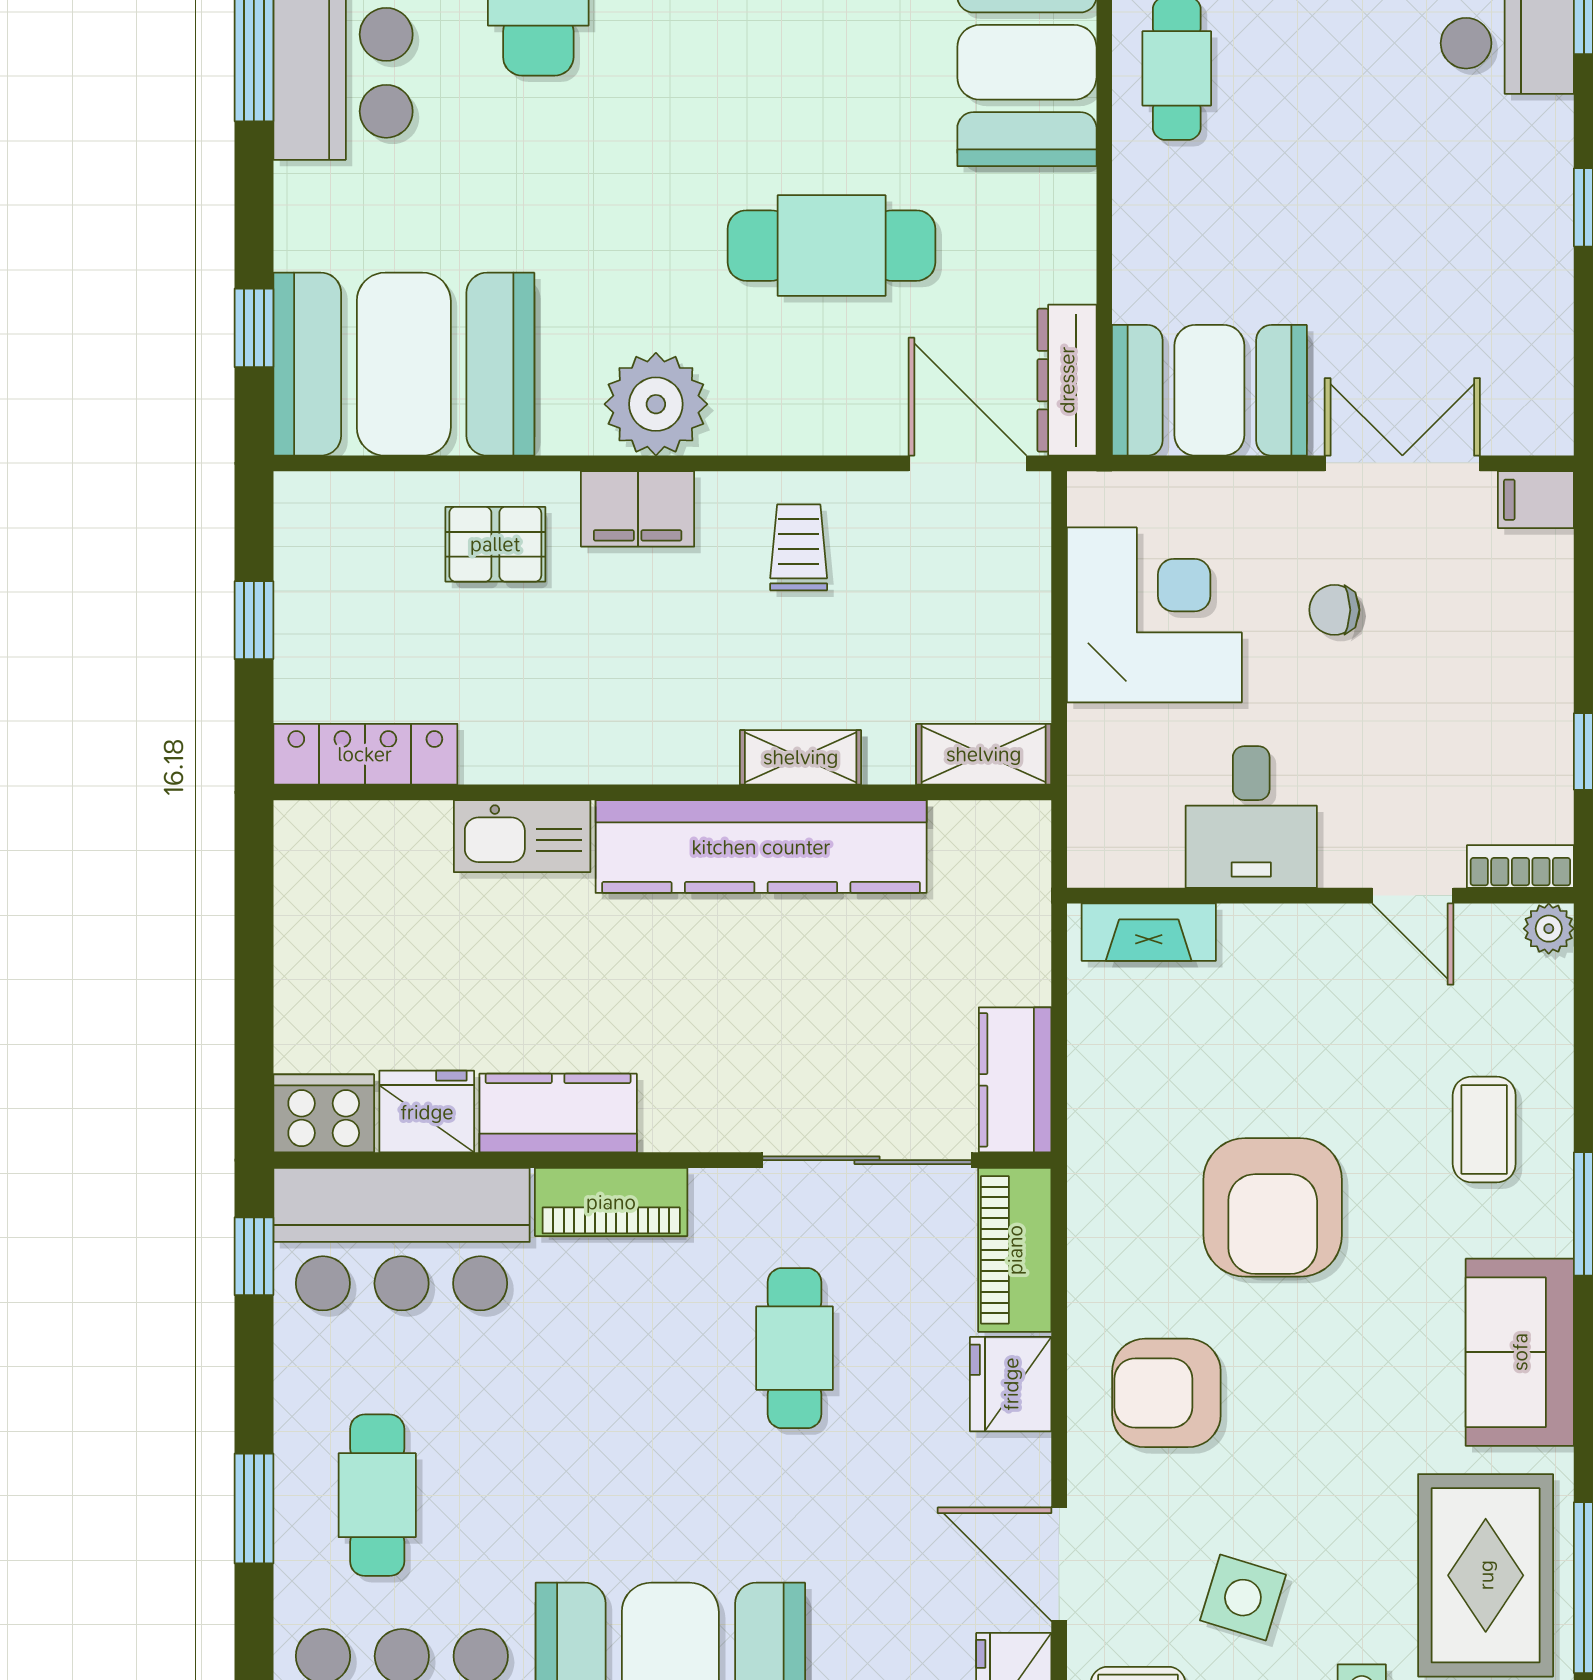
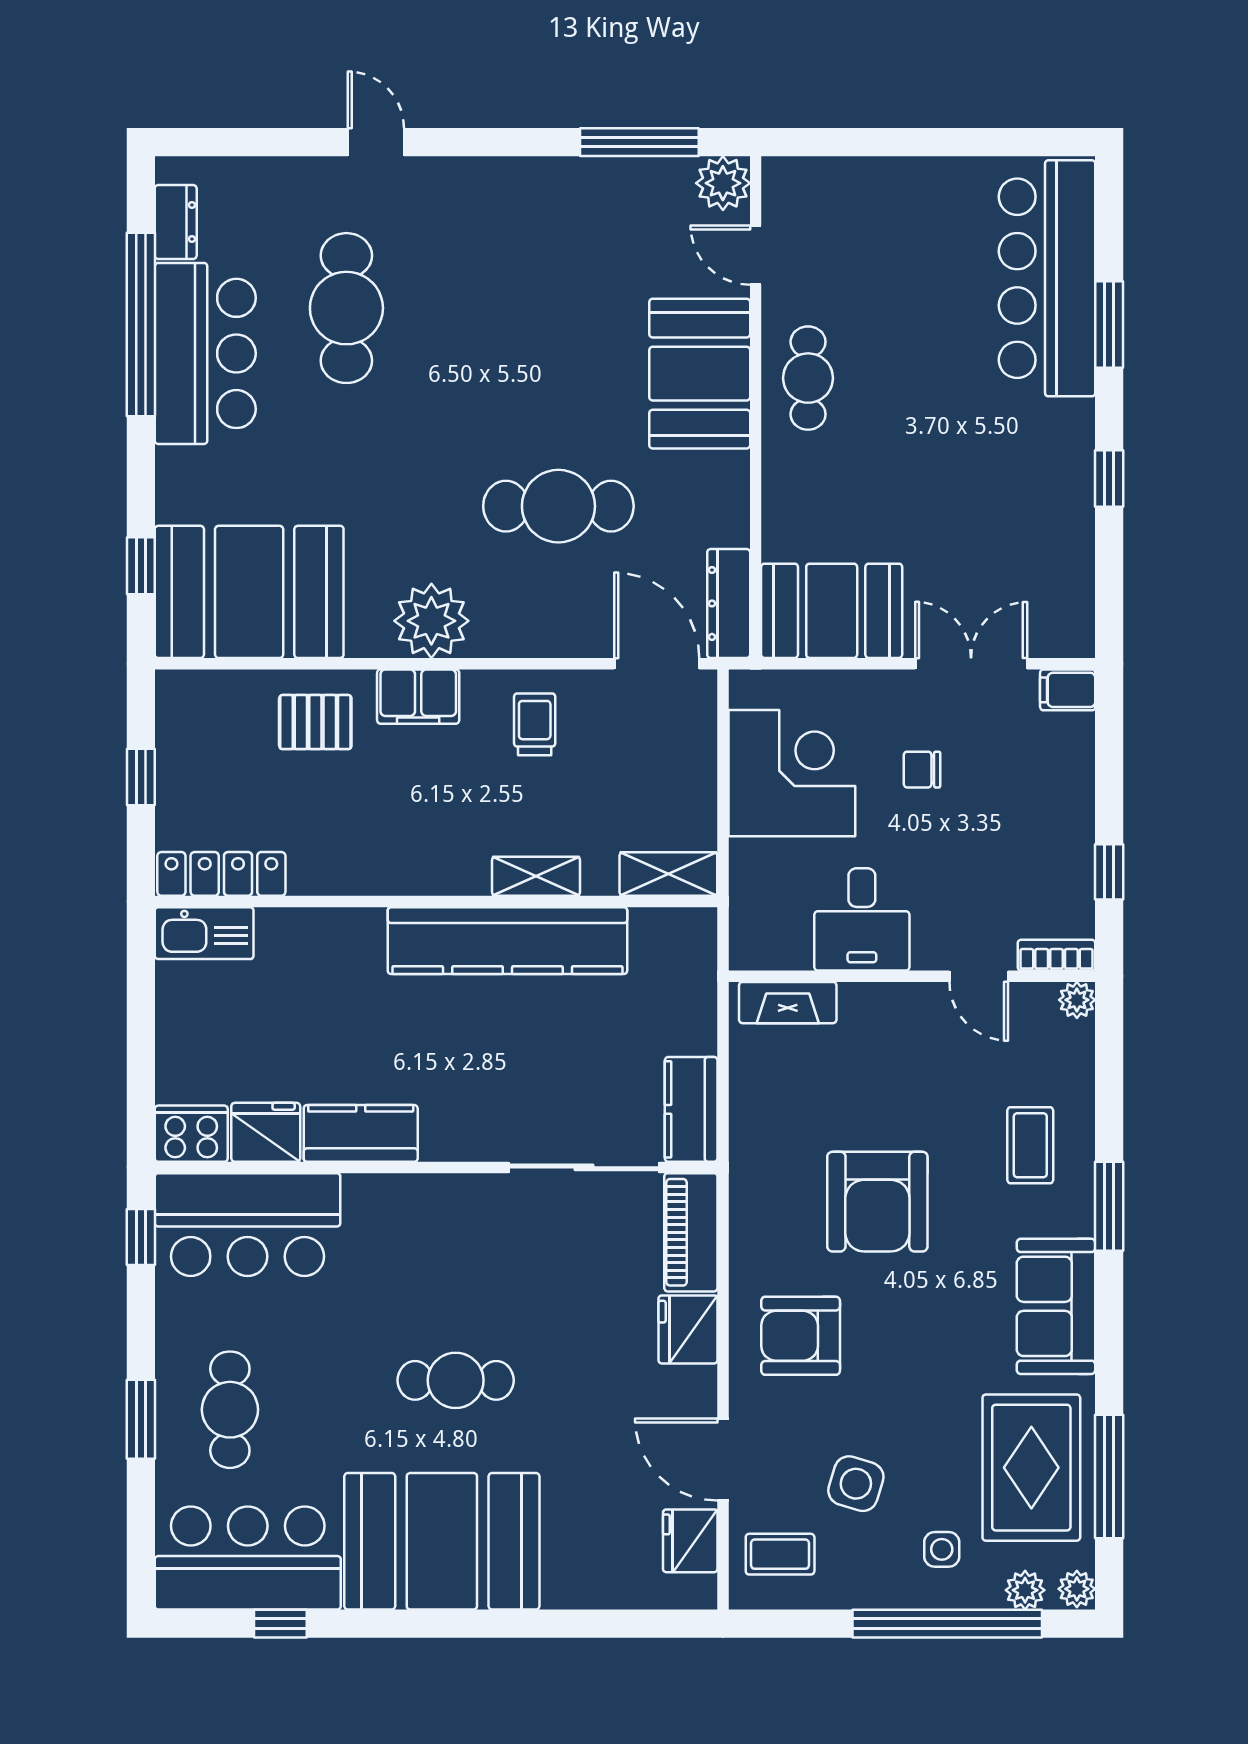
kitchen sink: (522, 836) -> (204, 933), moved
piano: (611, 1202) -> (399, 1198), removed
cafe table: (795, 1348) -> (456, 1380), moved, turned 90

